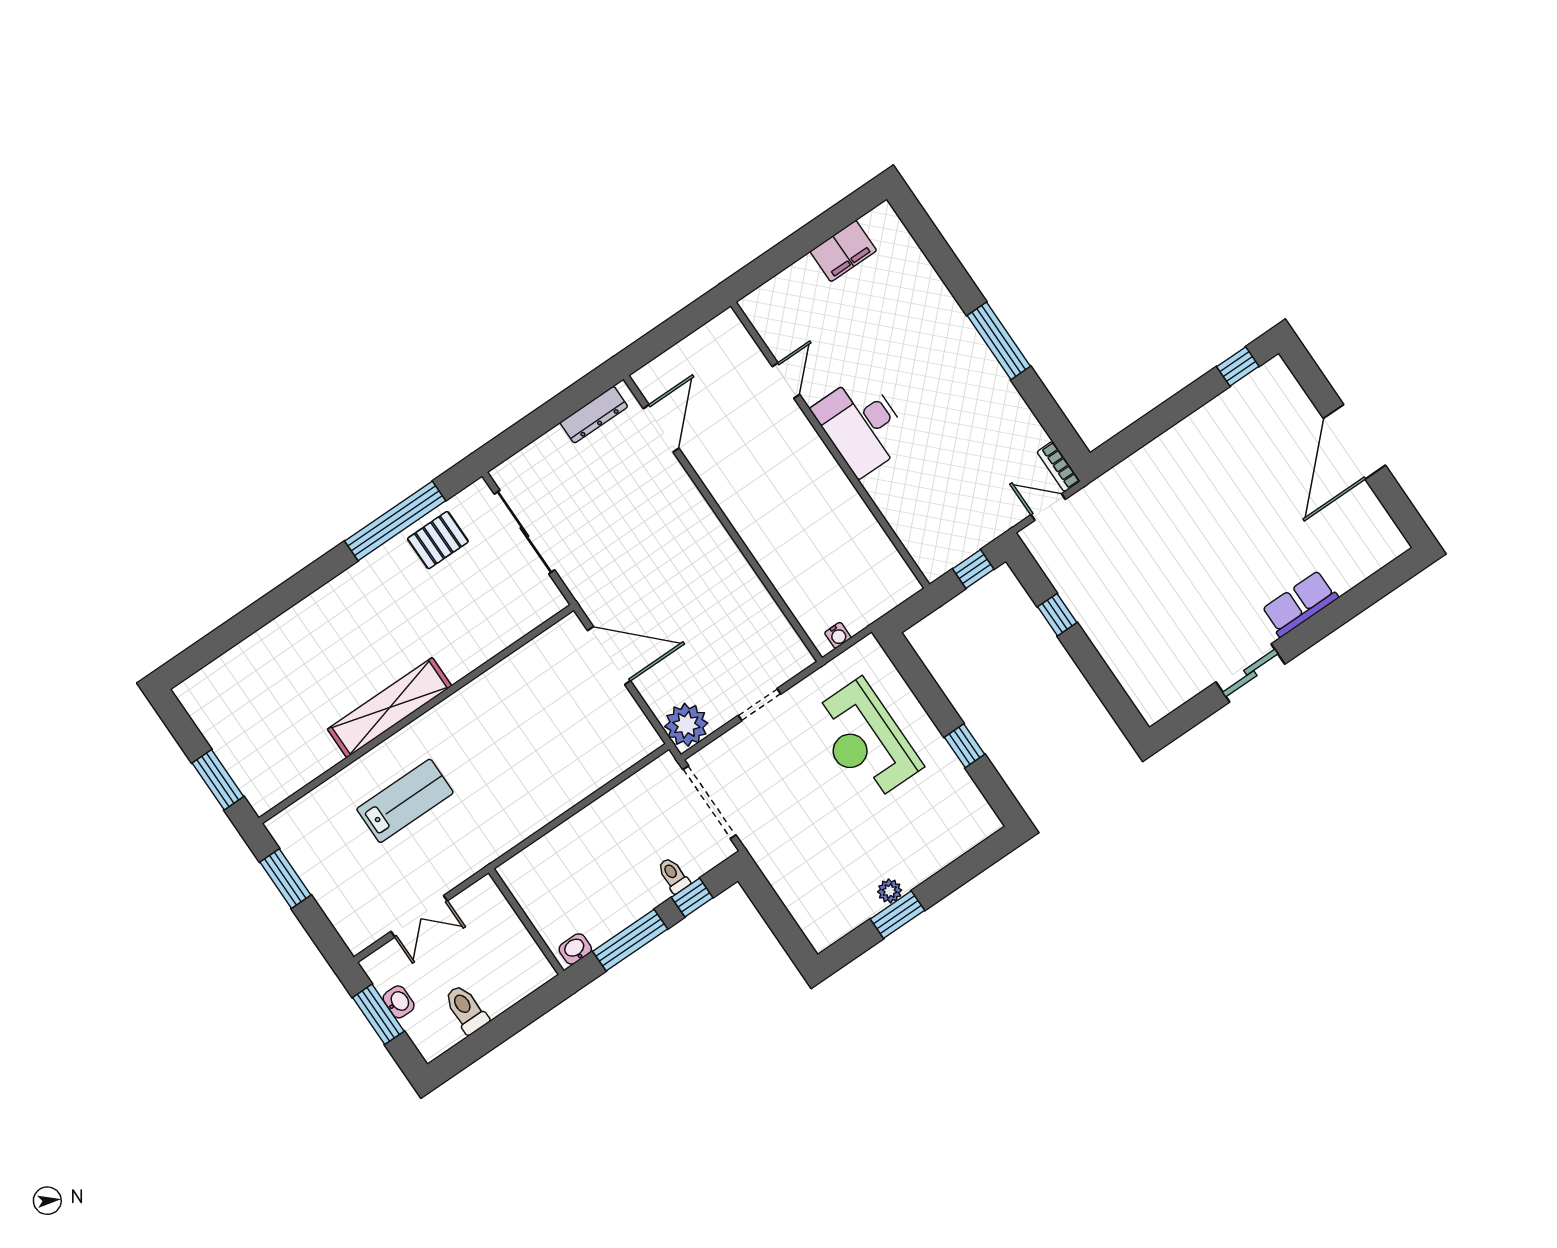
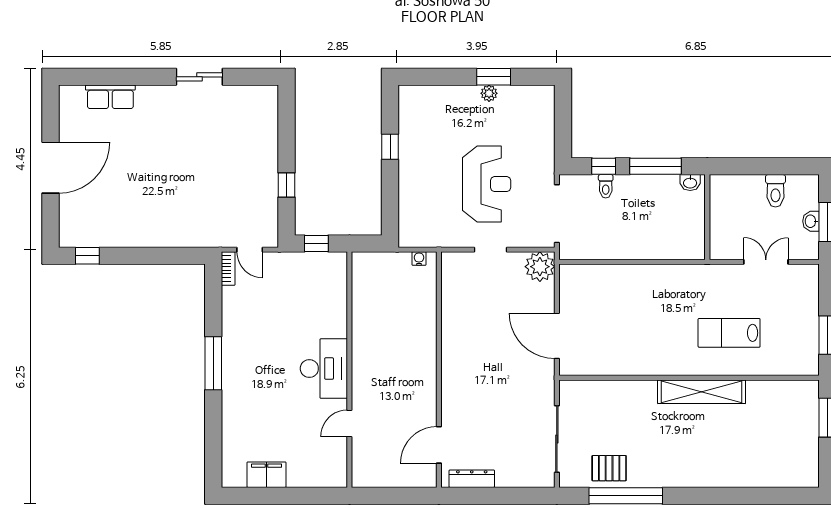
row of seats: (1300, 604) -> (110, 97), moved
reception desk: (865, 741) -> (487, 184), moved

